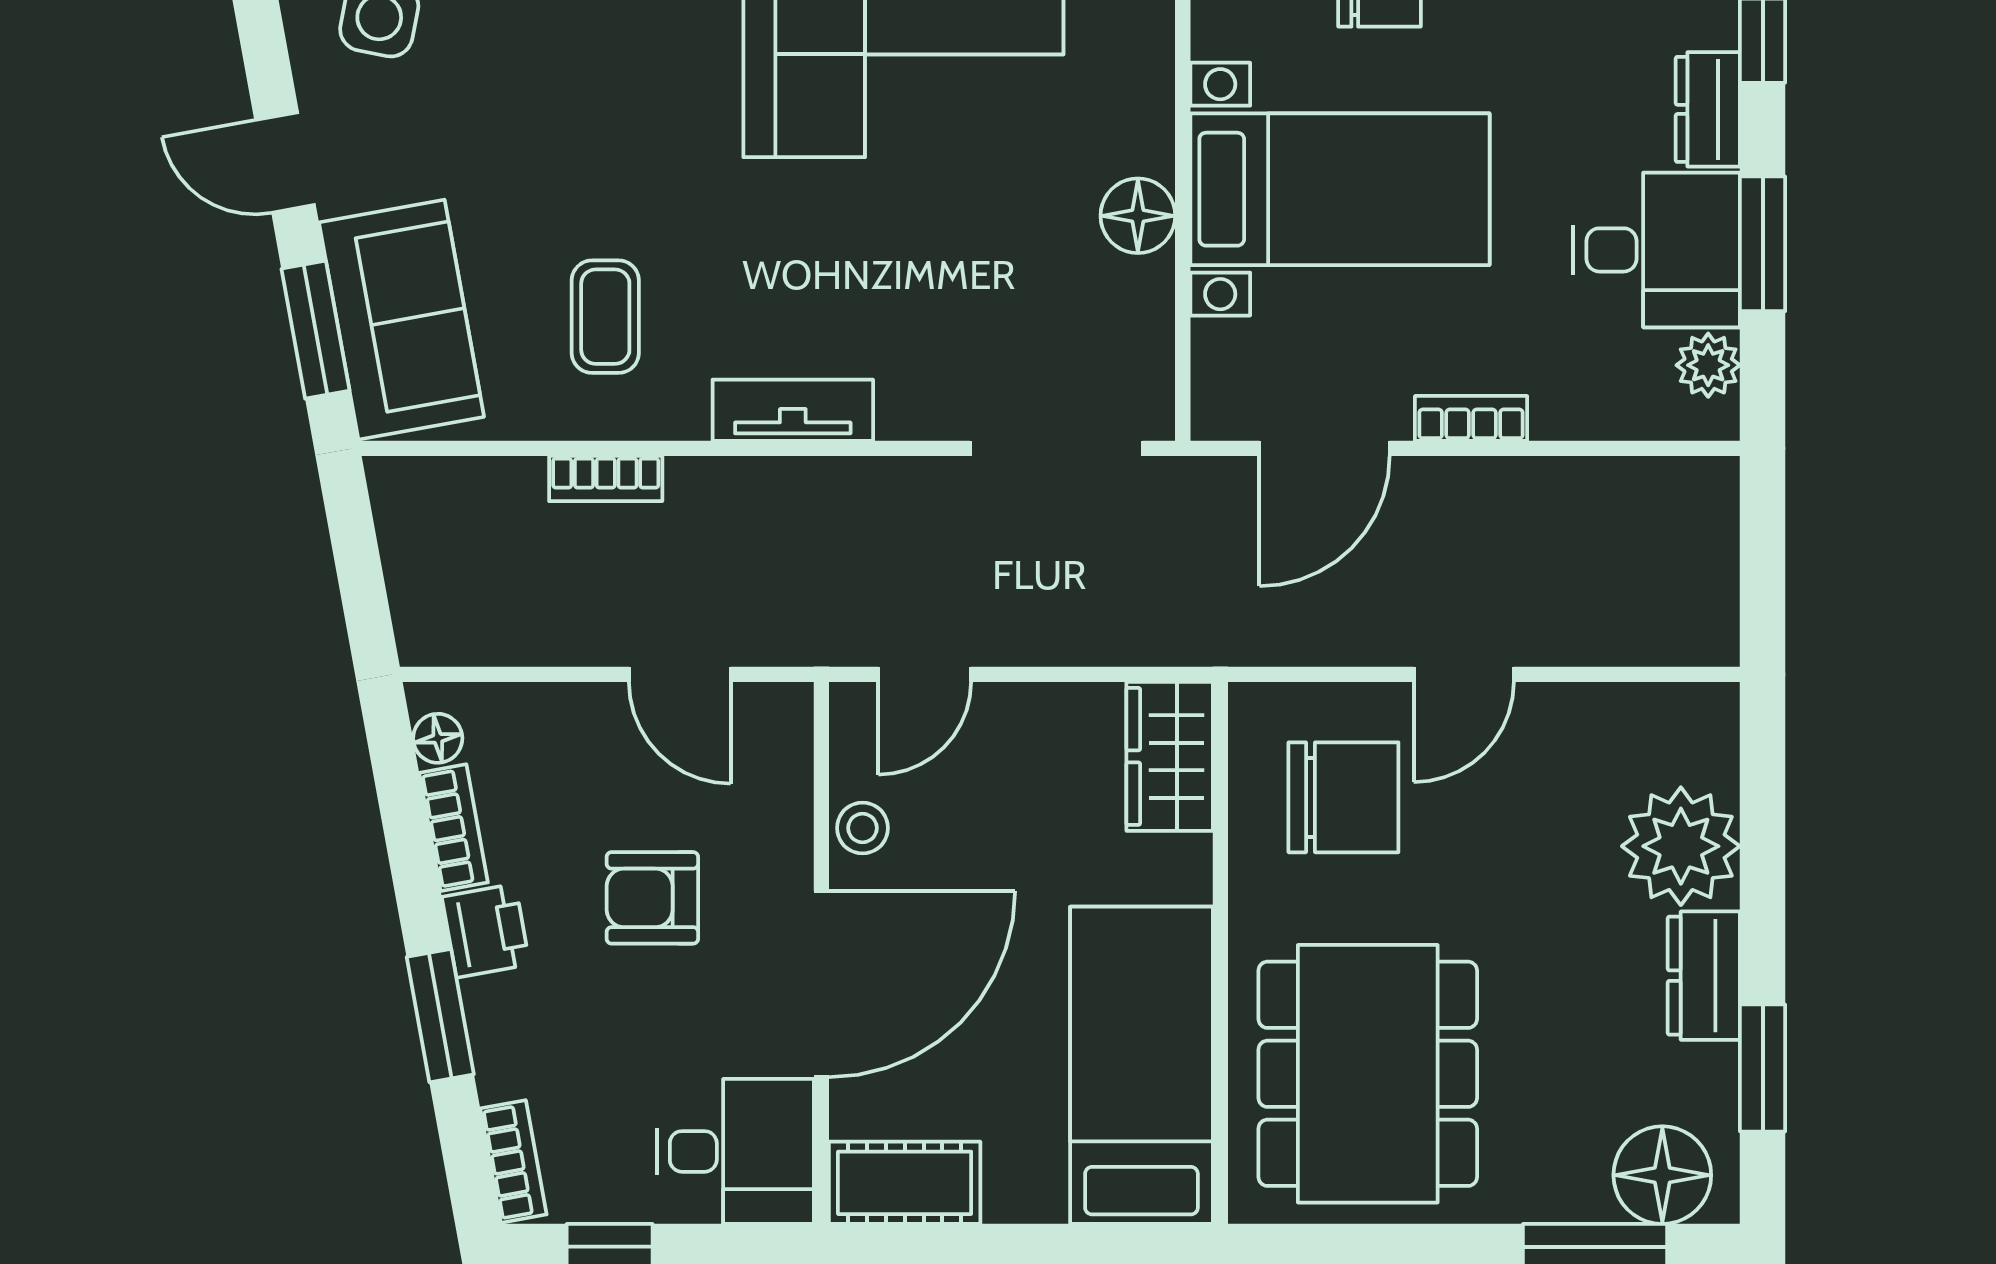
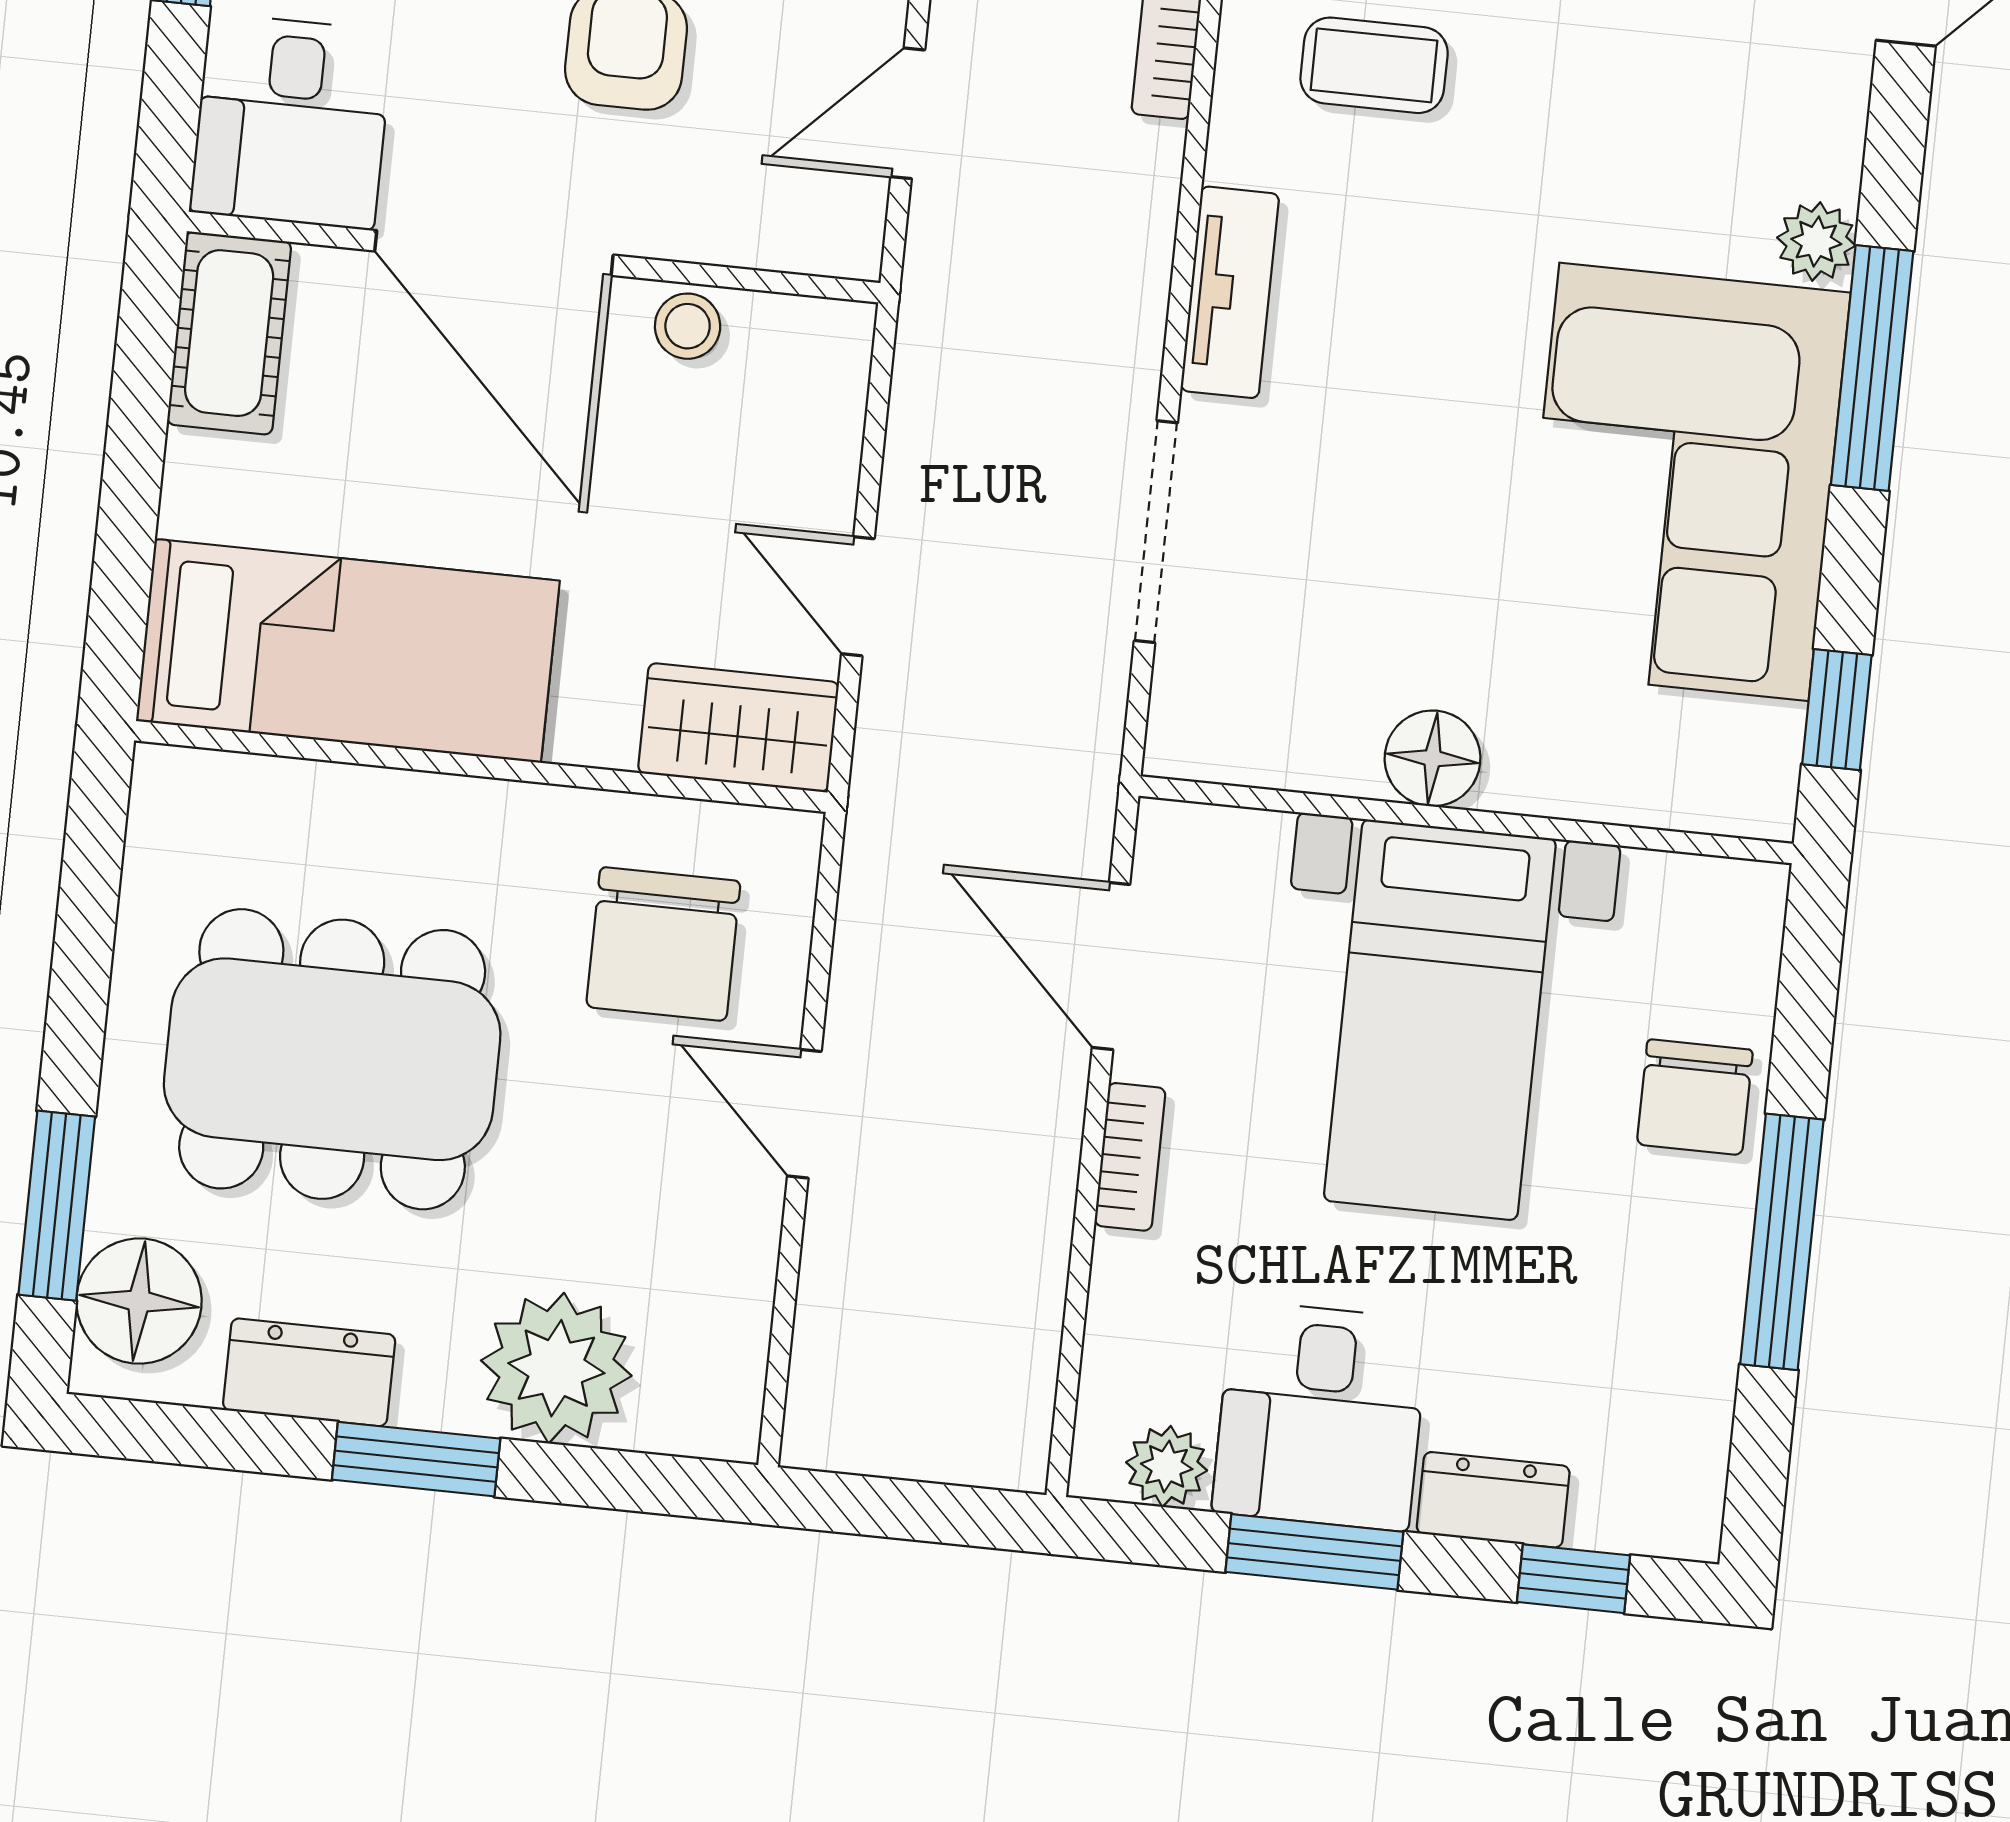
doorway: (1056, 448) -> (1156, 532), moved
door: (925, 674) -> (858, 596), moved
dresser: (1704, 976) -> (309, 1372), moved
window: (1763, 1068) -> (416, 1459), moved
dining table: (1368, 1074) -> (332, 1059), moved

